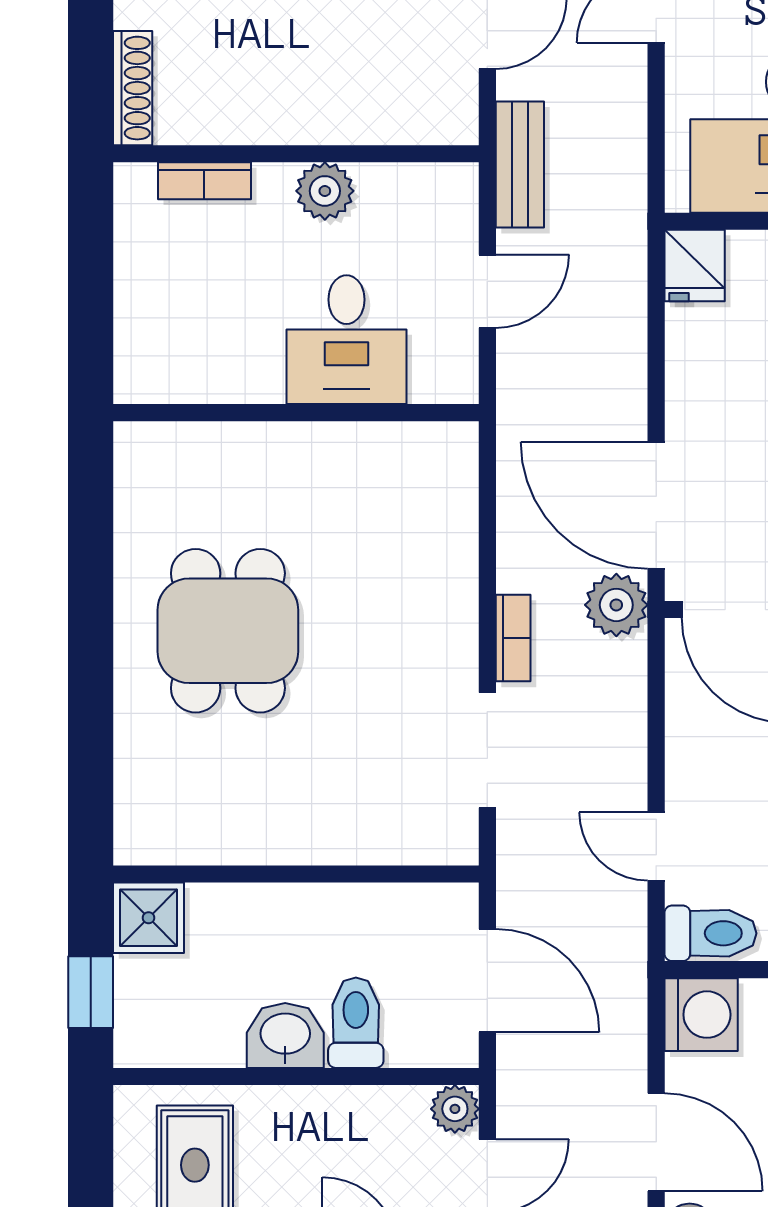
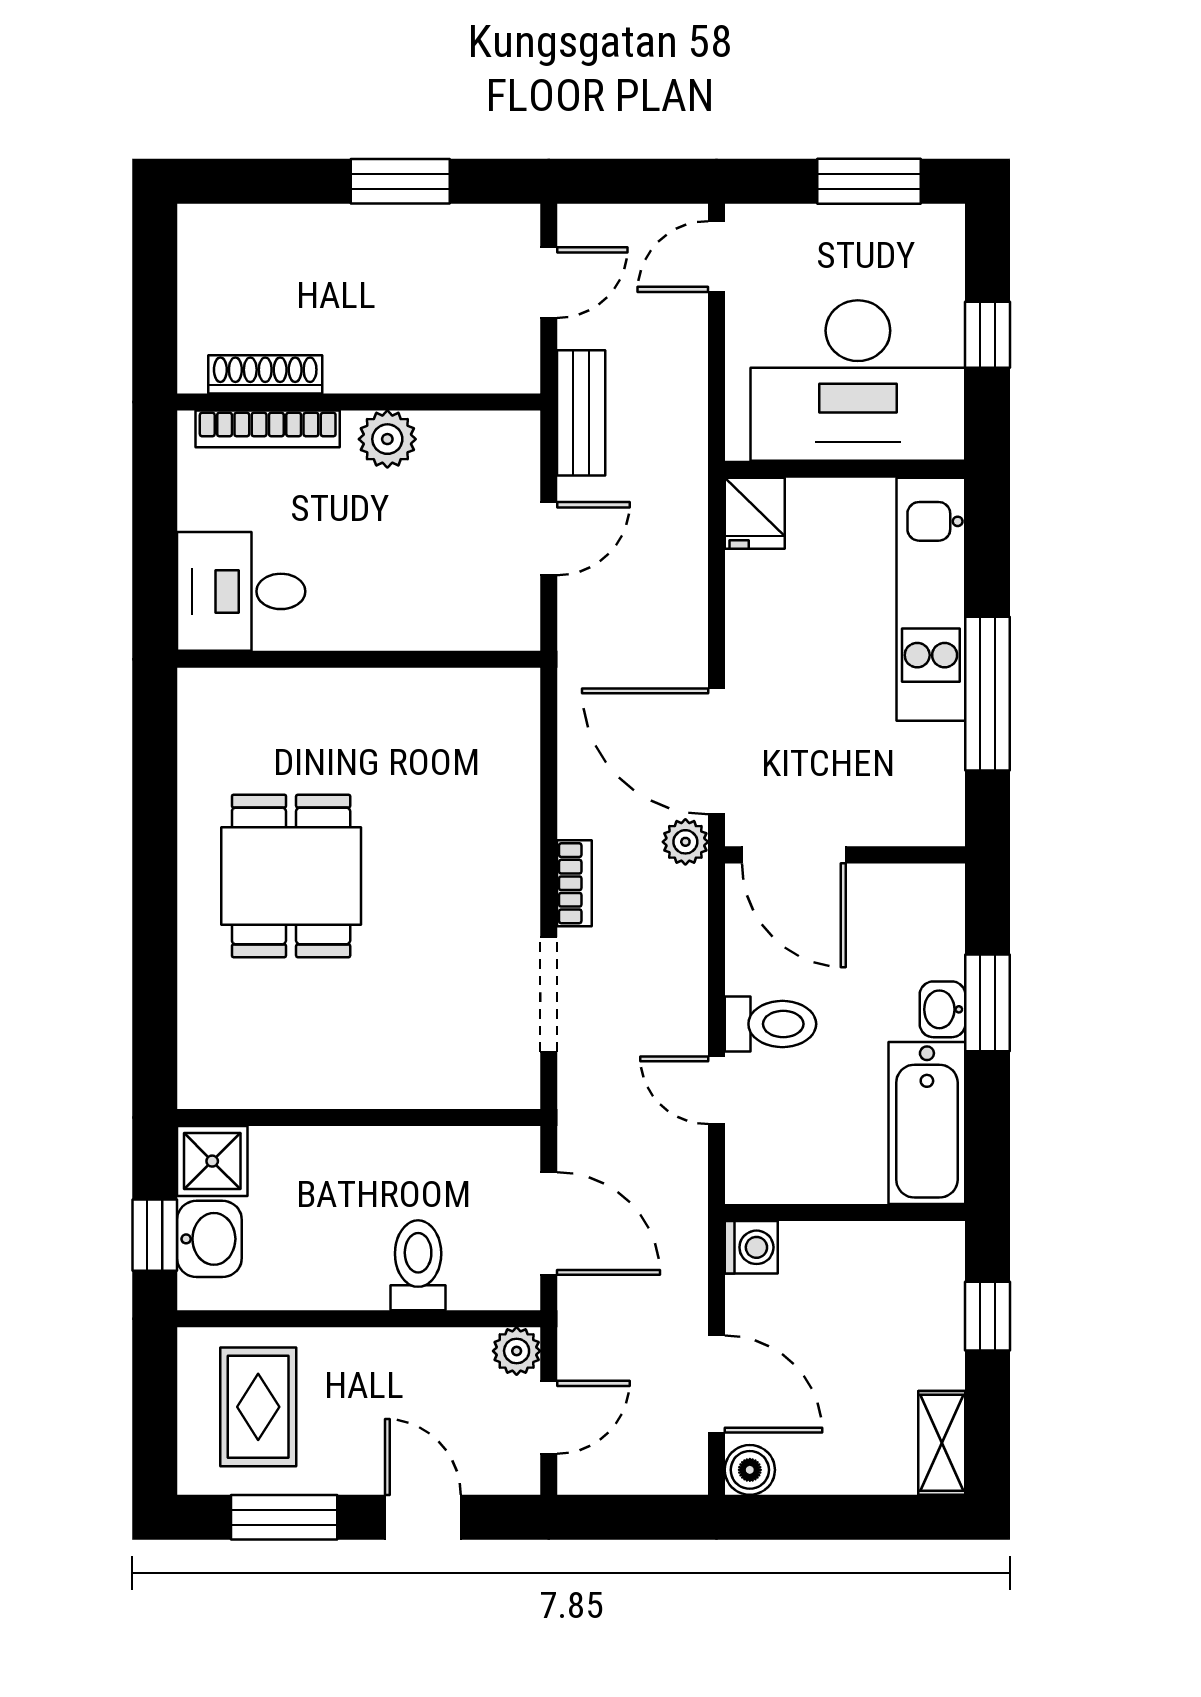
shoe rack: (133, 88) -> (265, 374), moved, turned -90
bookcase: (204, 181) -> (268, 429), width x1.56
desk: (347, 340) -> (241, 591), moved, turned 90
plant: (616, 605) -> (685, 842), width x0.73, depth x0.73
toilet: (710, 933) -> (770, 1024), moved
washing machine: (701, 1015) -> (751, 1247), width x0.73, depth x0.73
washbasin: (285, 1036) -> (209, 1239), moved, turned 90

